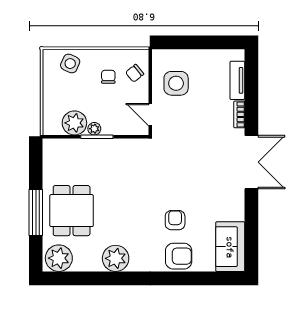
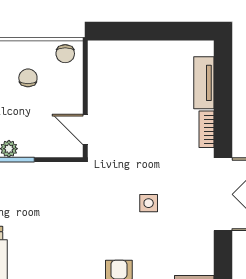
chair: (135, 73) -> (65, 54), moved, turned -51
side table: (176, 83) -> (149, 203), moved, width x0.54, depth x0.54

